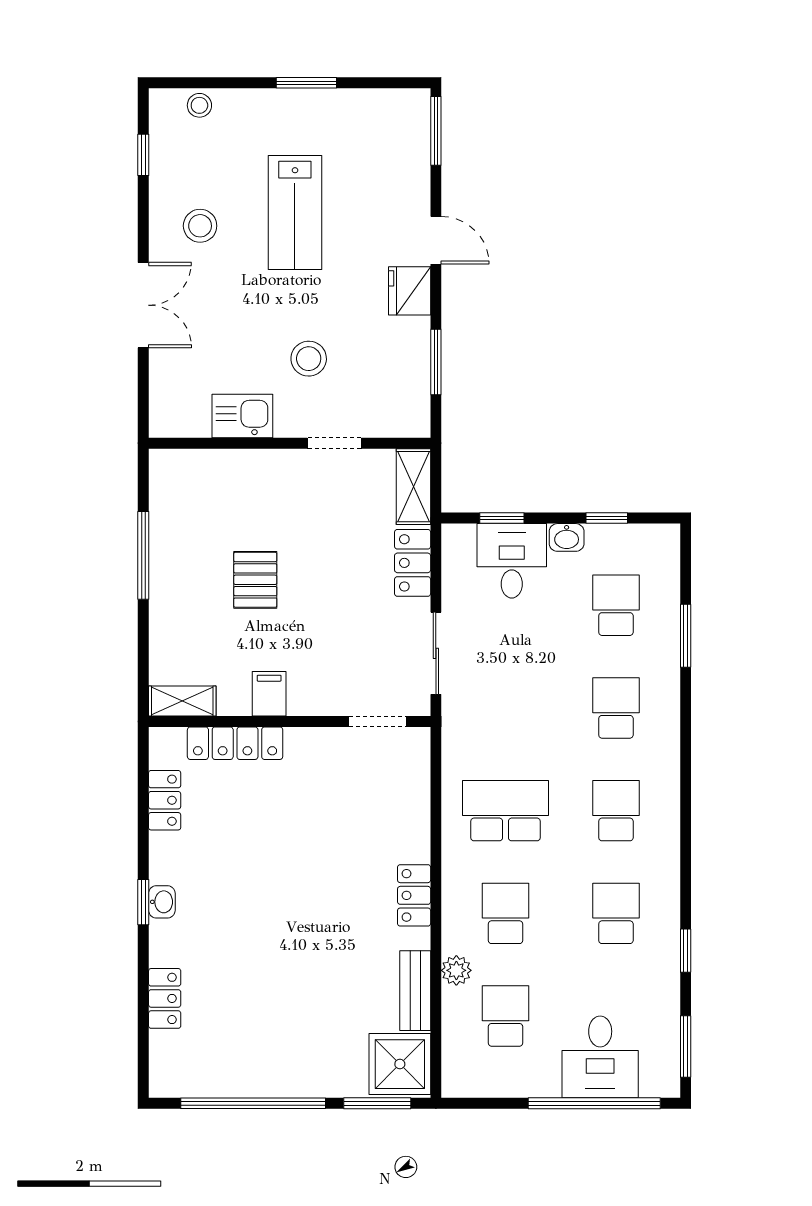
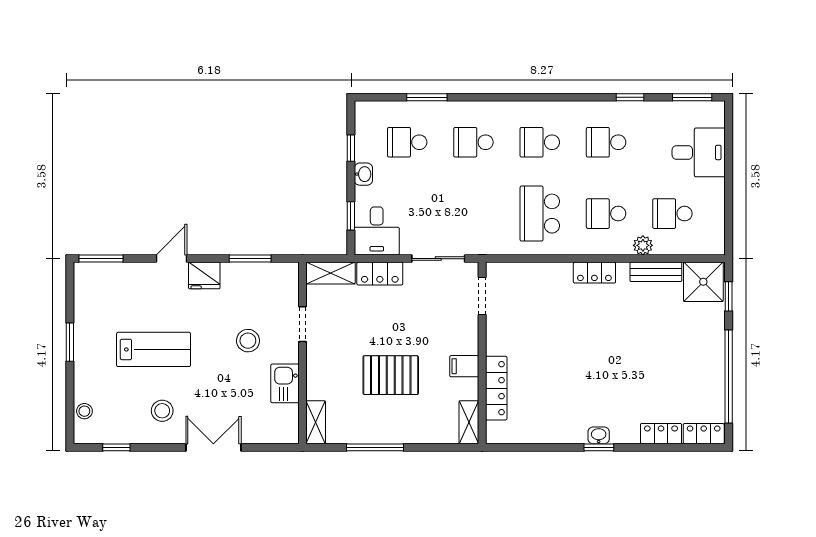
shelving: (182, 464) -> (316, 422), added
desk: (512, 561) -> (377, 231), moved, turned -90
pallet: (255, 580) -> (391, 375), width x1.50, depth x1.42
locker: (165, 800) -> (704, 434), moved
window: (377, 1103) -> (729, 296), width x0.67
window: (594, 1103) -> (729, 156), removed

